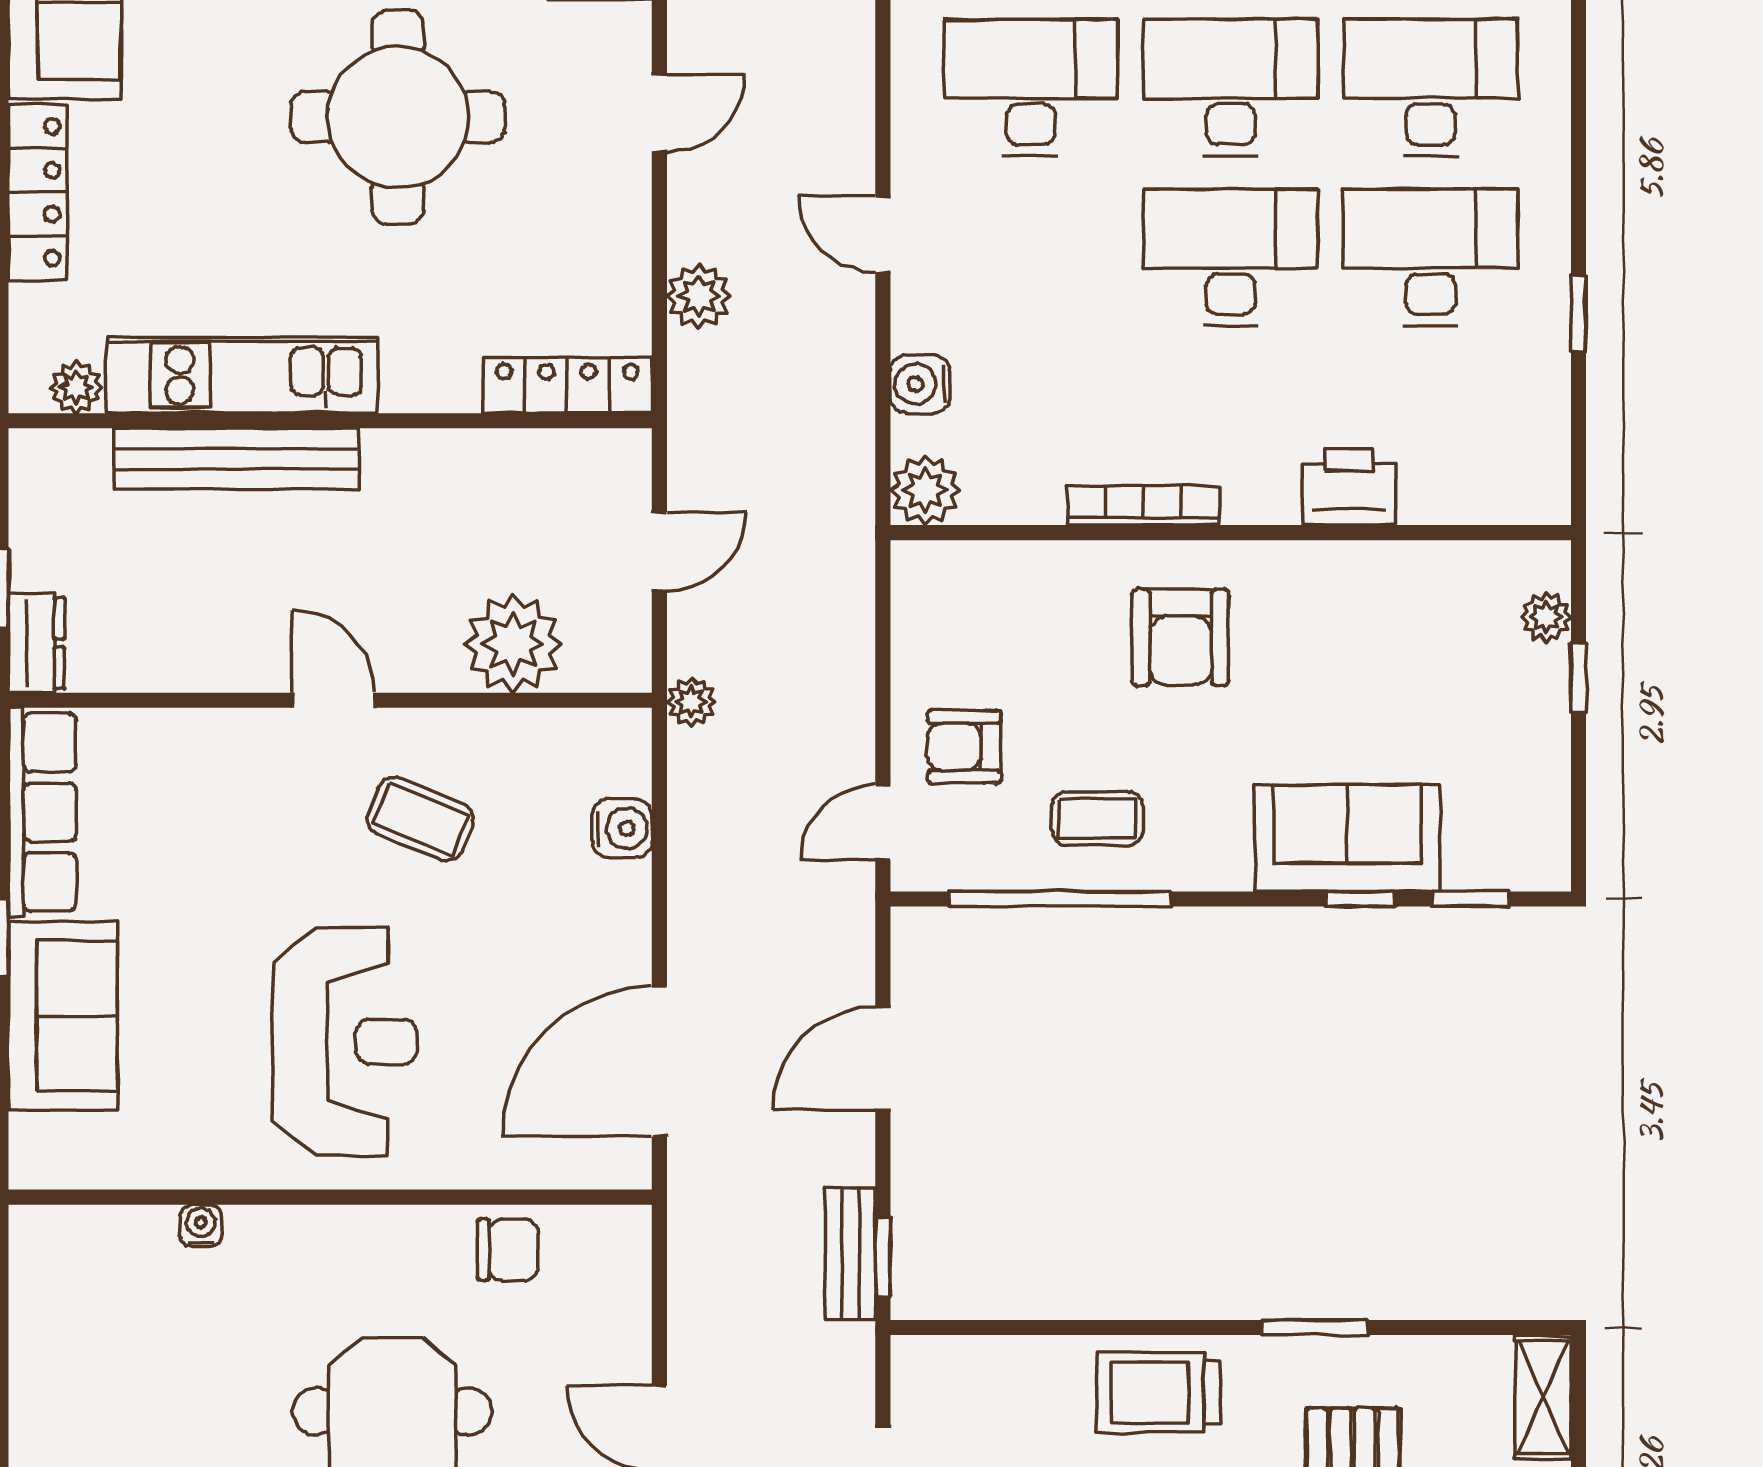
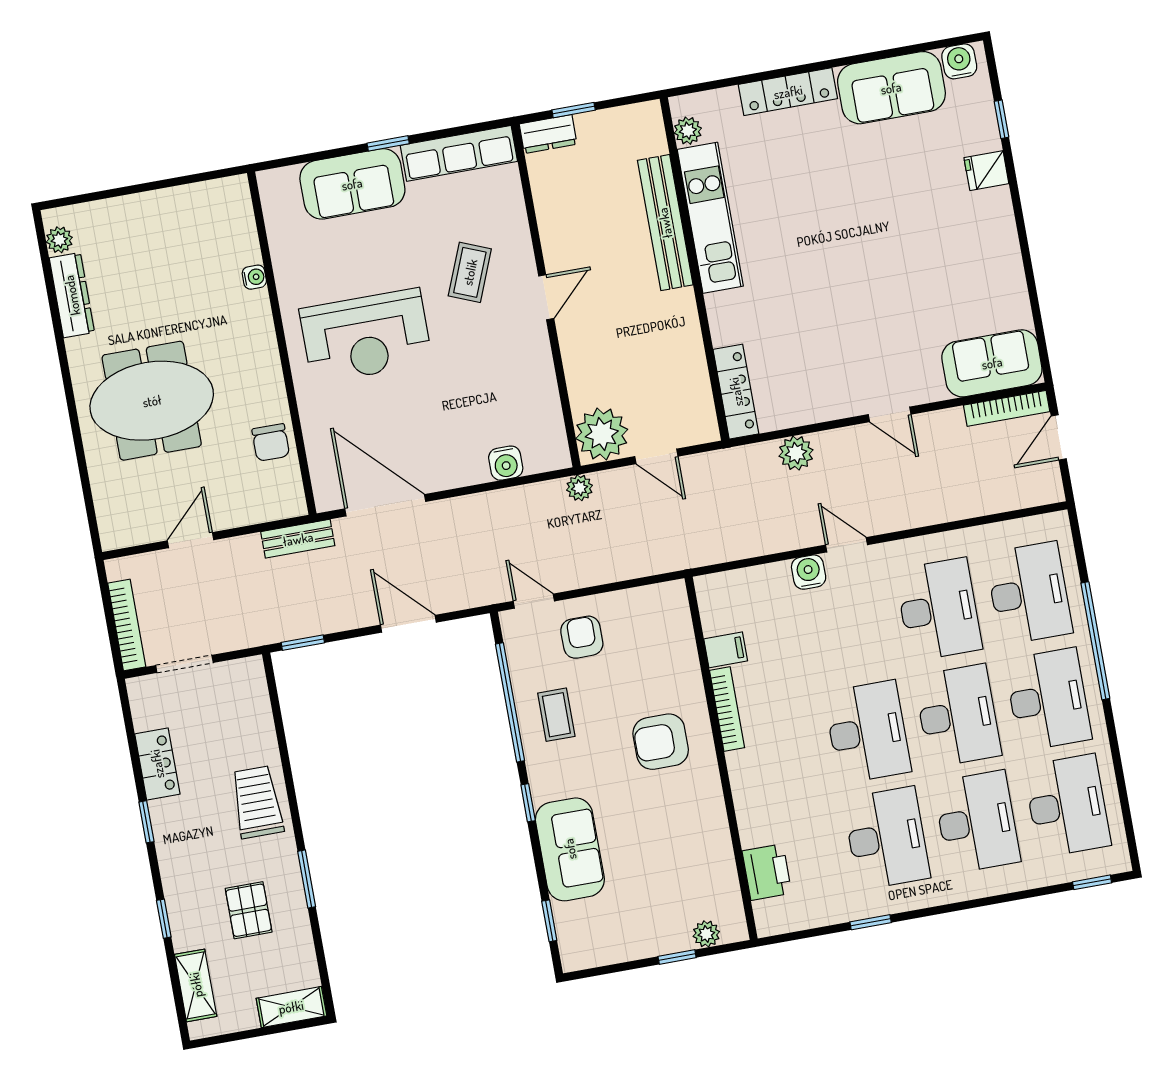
round table: (398, 117) -> (862, 276), removed
door: (883, 234) -> (846, 545), hinge flipped
water cooler: (920, 384) -> (809, 572), moved
printer: (1349, 487) -> (767, 872), moved
filing cabinet: (1035, 489) -> (726, 650), added
plant: (925, 490) -> (714, 592), removed
plant: (513, 644) -> (602, 434), moved
coffee table: (420, 819) -> (470, 272), moved
window: (1360, 899) -> (528, 803), moved
bench: (850, 1253) -> (298, 539), moved

